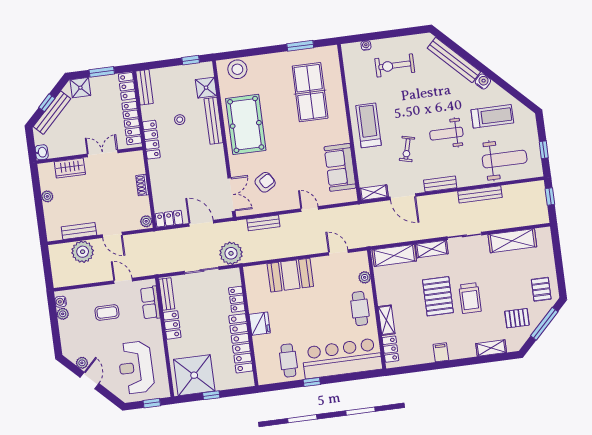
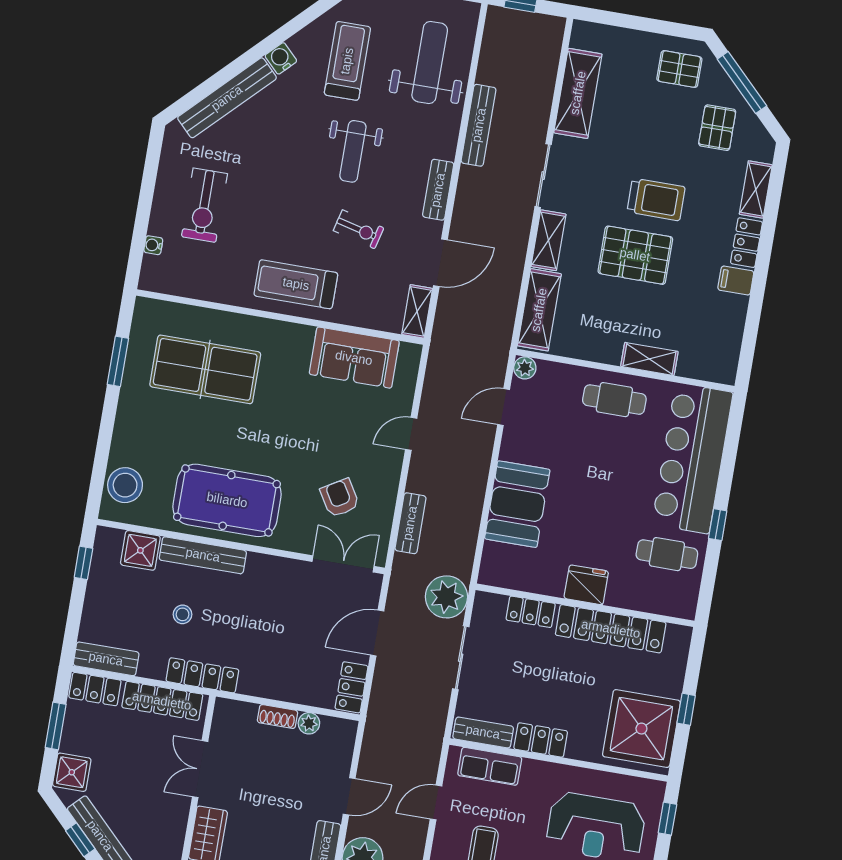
plant: (146, 221) -> (309, 723), moved
plant: (365, 277) -> (525, 368), moved
locker: (390, 349) -> (746, 243), moved, turned -90

